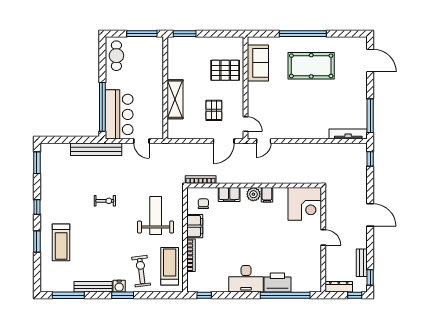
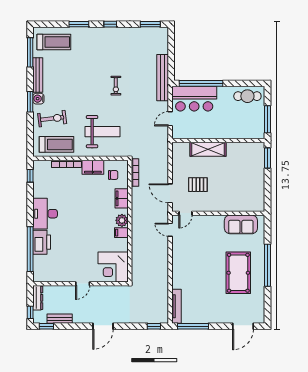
pallet: (225, 70) -> (234, 195), removed
treadmill: (61, 242) -> (54, 42), moved, turned 180

